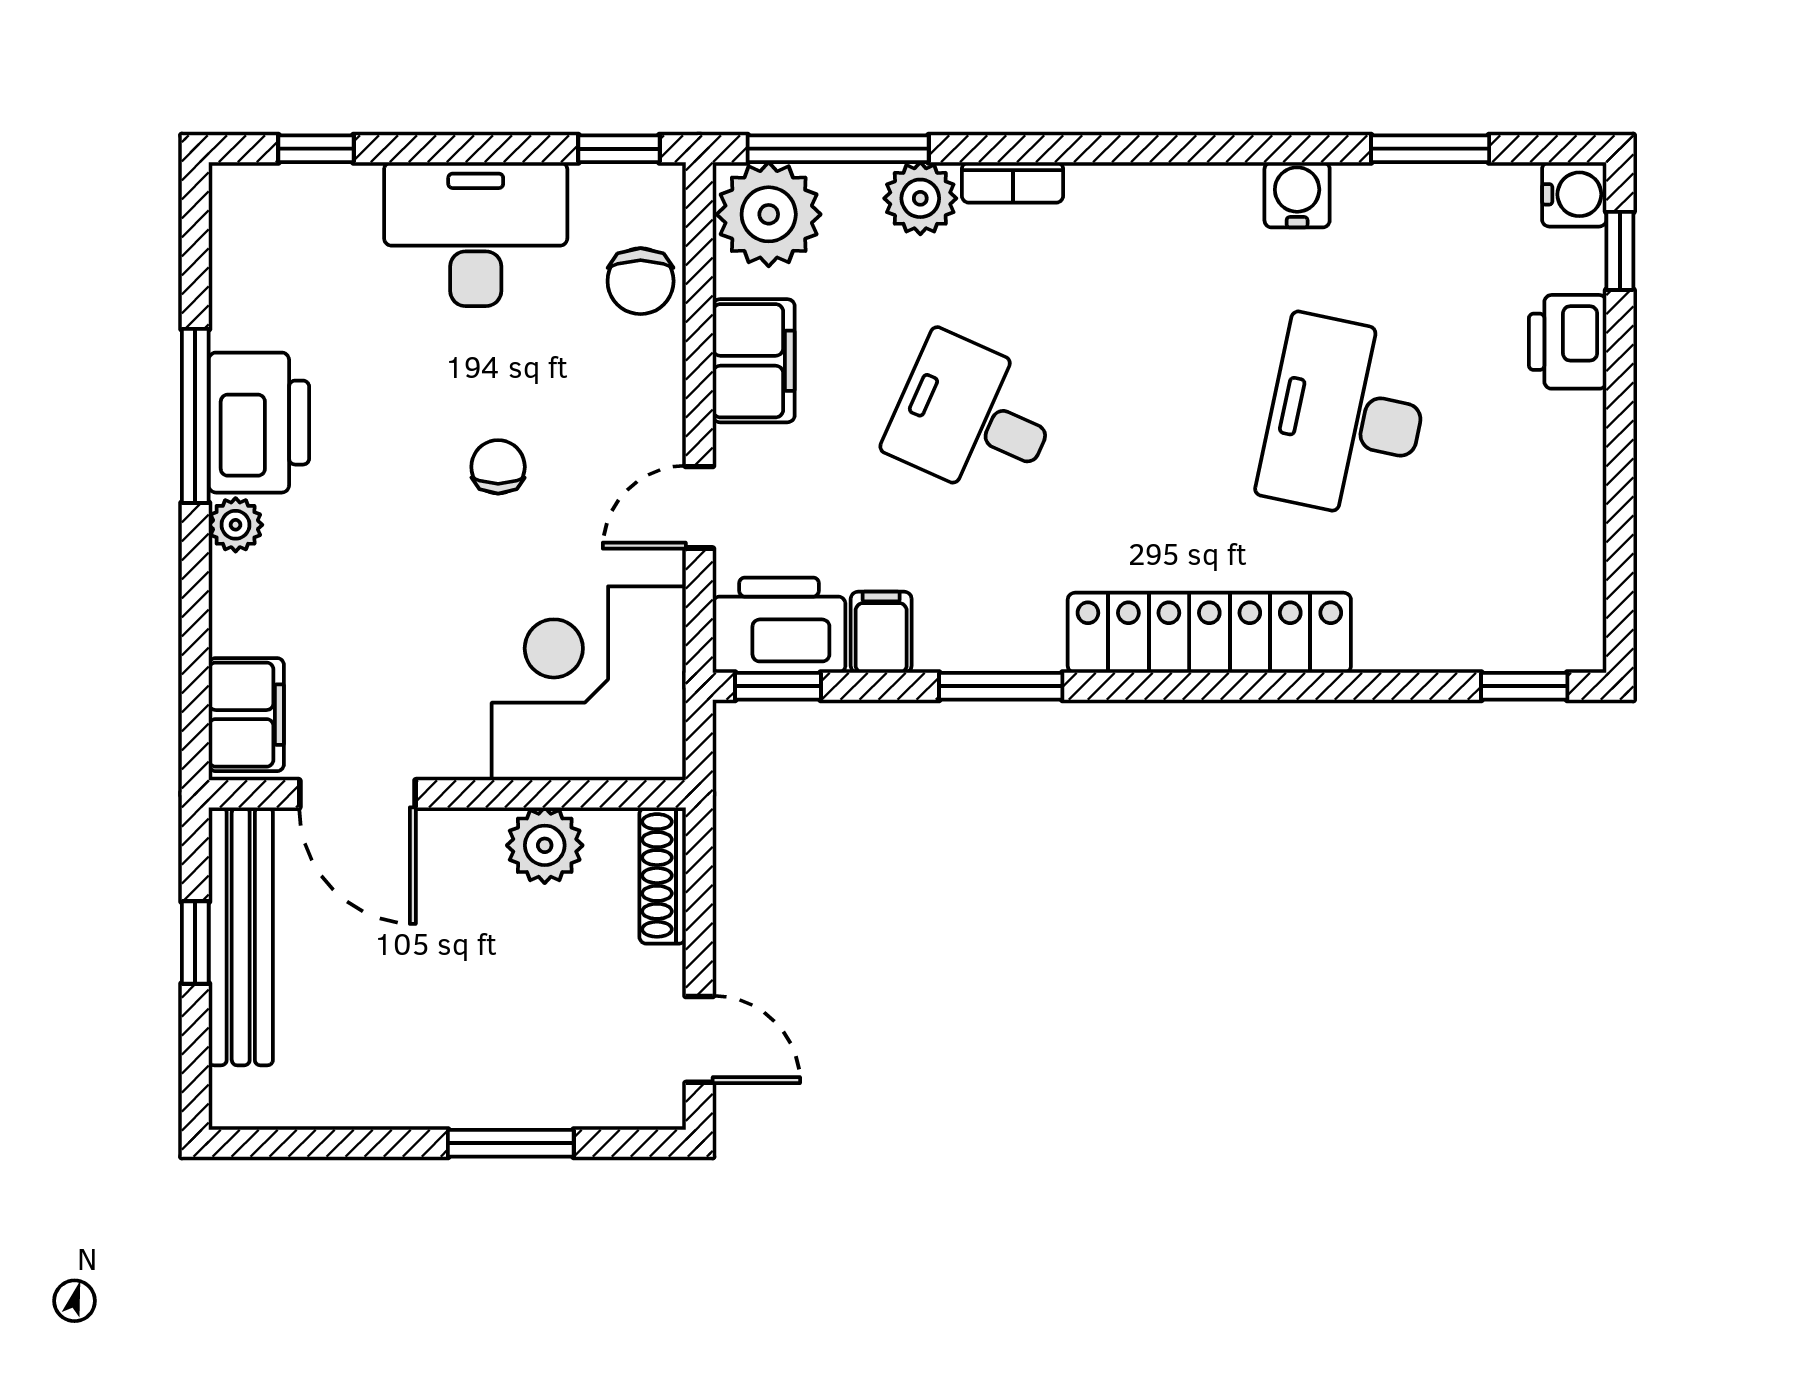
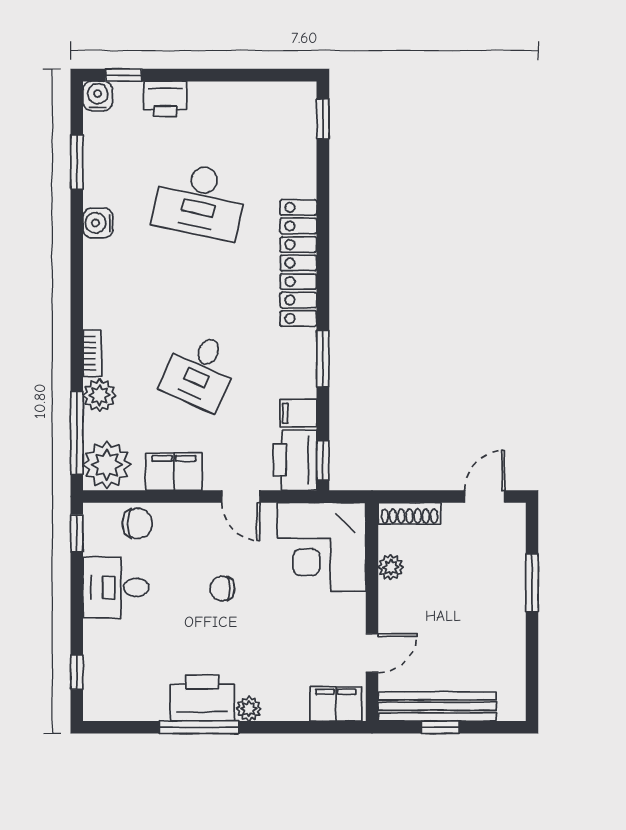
desk: (476, 234) -> (116, 587), width x0.73
door: (357, 794) -> (372, 653), width x0.73
plant: (545, 845) -> (391, 567), width x0.73, depth x0.73

